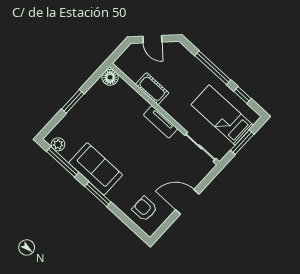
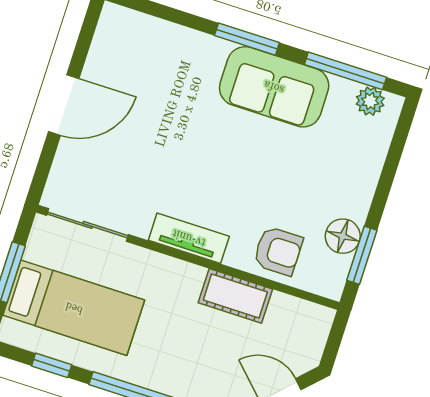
floor lamp: (110, 77) -> (343, 236), moved
window: (73, 101) -> (362, 255), moved
armchair: (145, 209) -> (278, 251), moved

